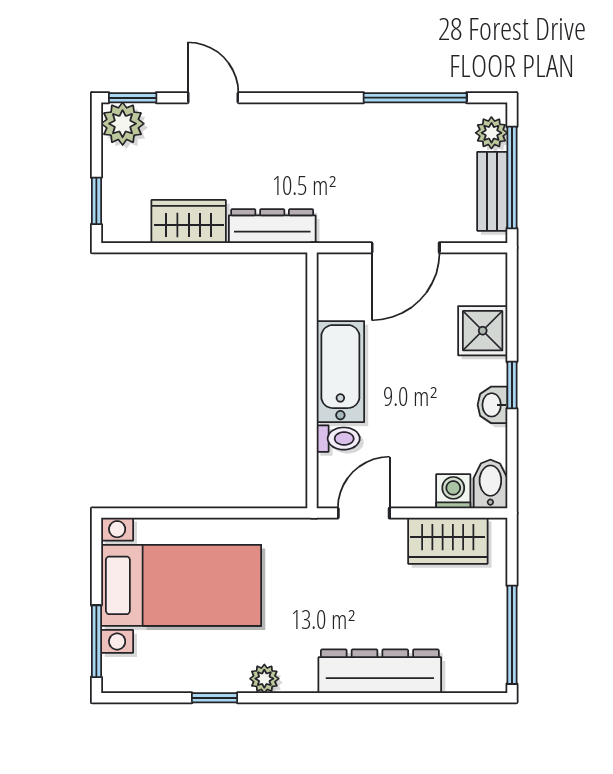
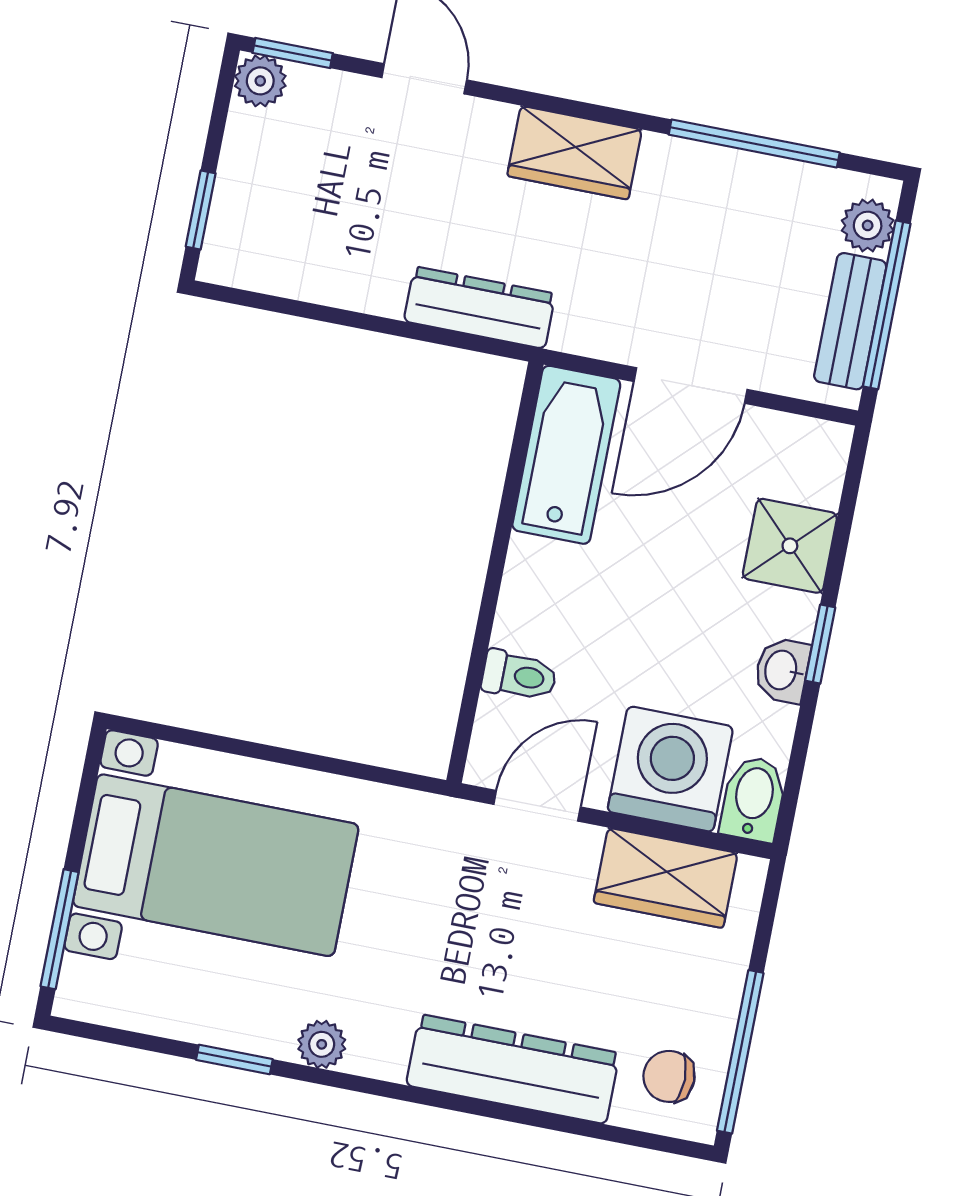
plant: (123, 124) -> (260, 81), width x0.73, depth x0.73
wardrobe: (189, 221) -> (575, 153), moved, turned 180
bathtub: (340, 372) -> (566, 455), moved
washing machine: (453, 491) -> (670, 769), width x1.89, depth x1.89
chair: (473, 657) -> (669, 1076), added

